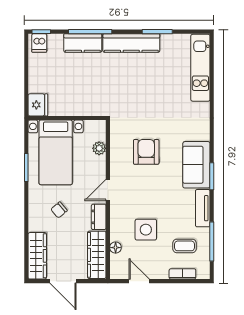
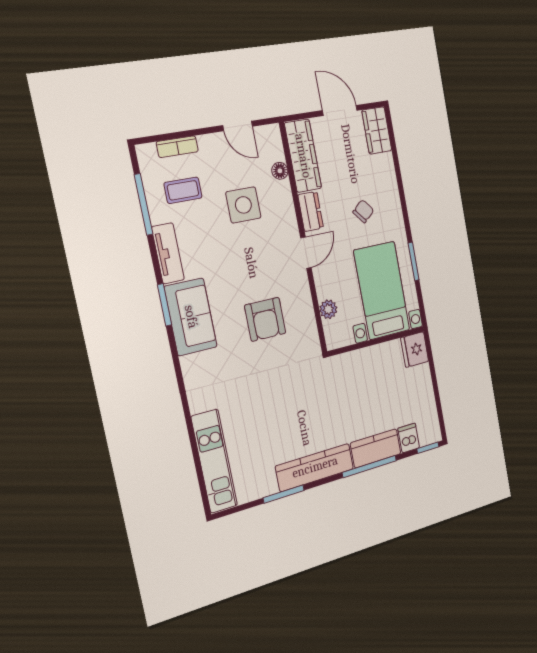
dishwasher: (39, 43) -> (409, 438), moved
wardrobe: (37, 256) -> (377, 130), width x0.67

